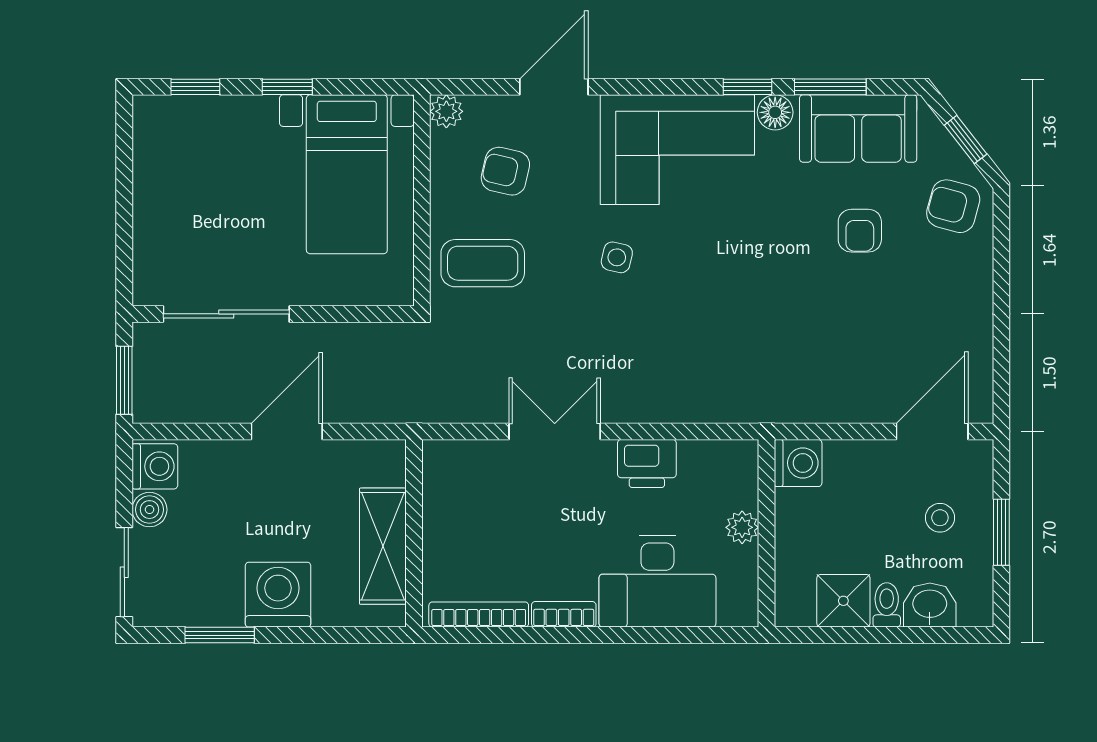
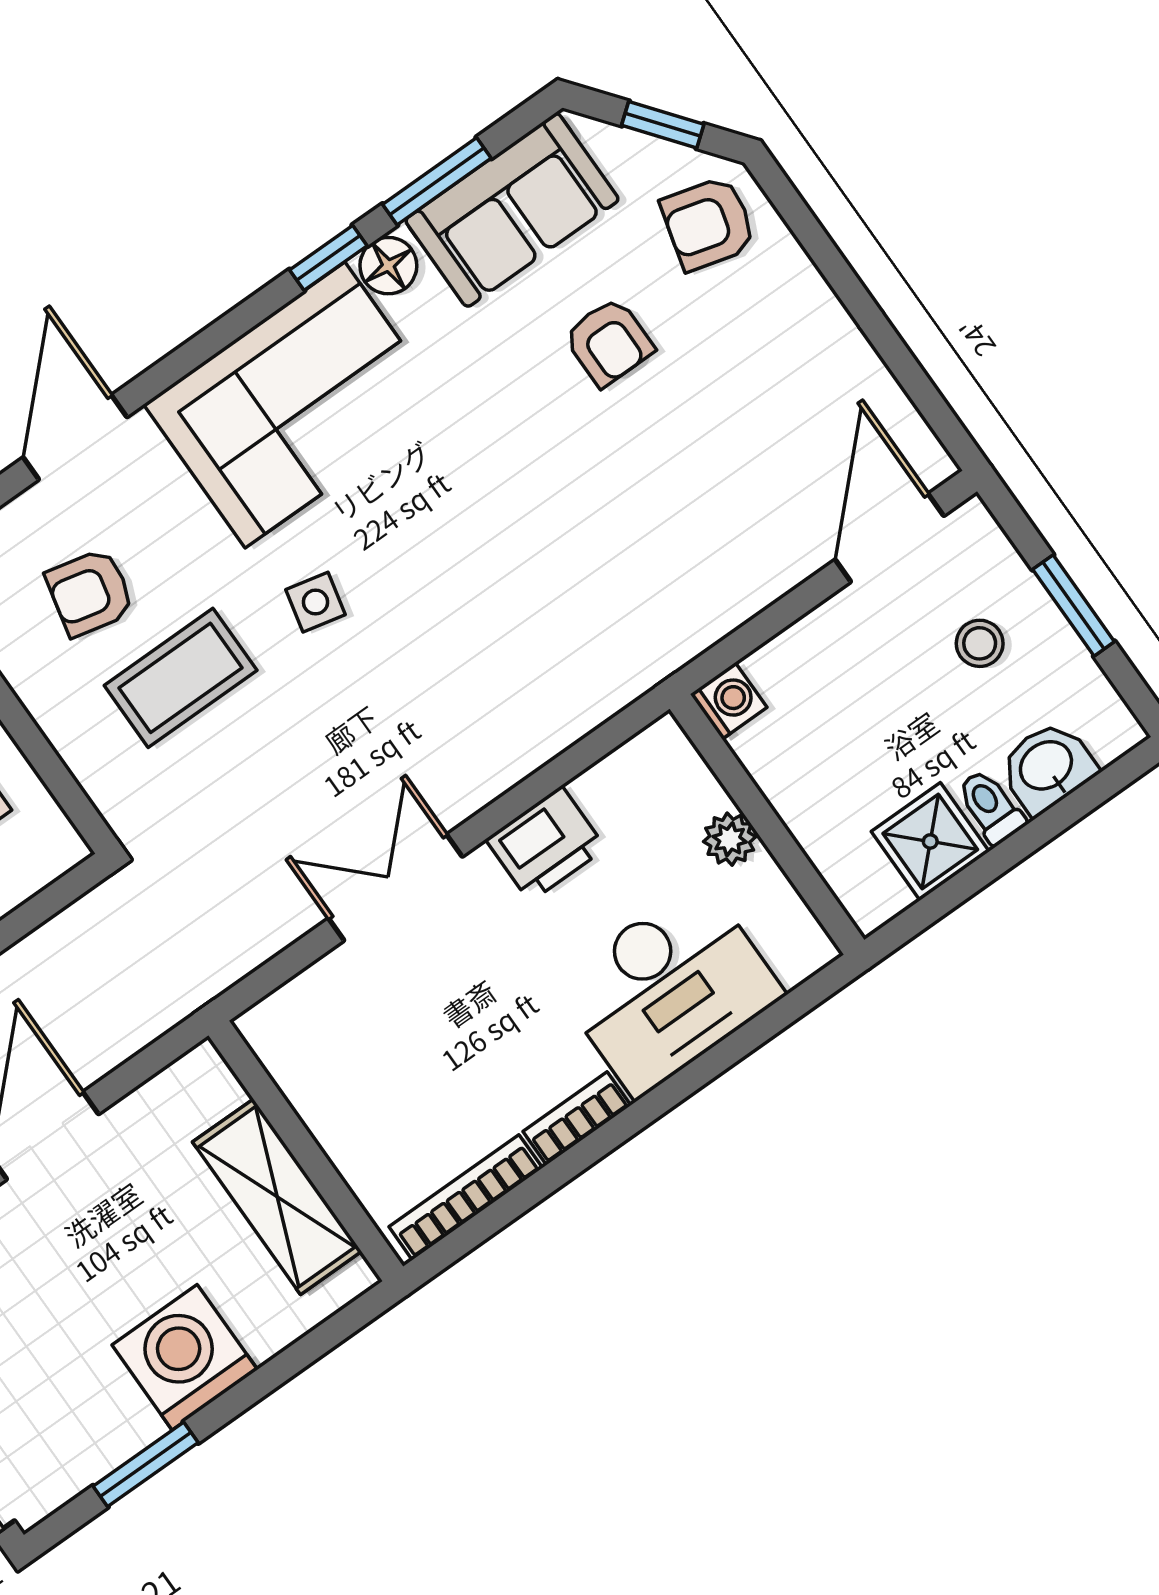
coffee table: (483, 263) -> (181, 678), moved
washing machine: (798, 463) -> (729, 701), width x0.73, depth x0.73

